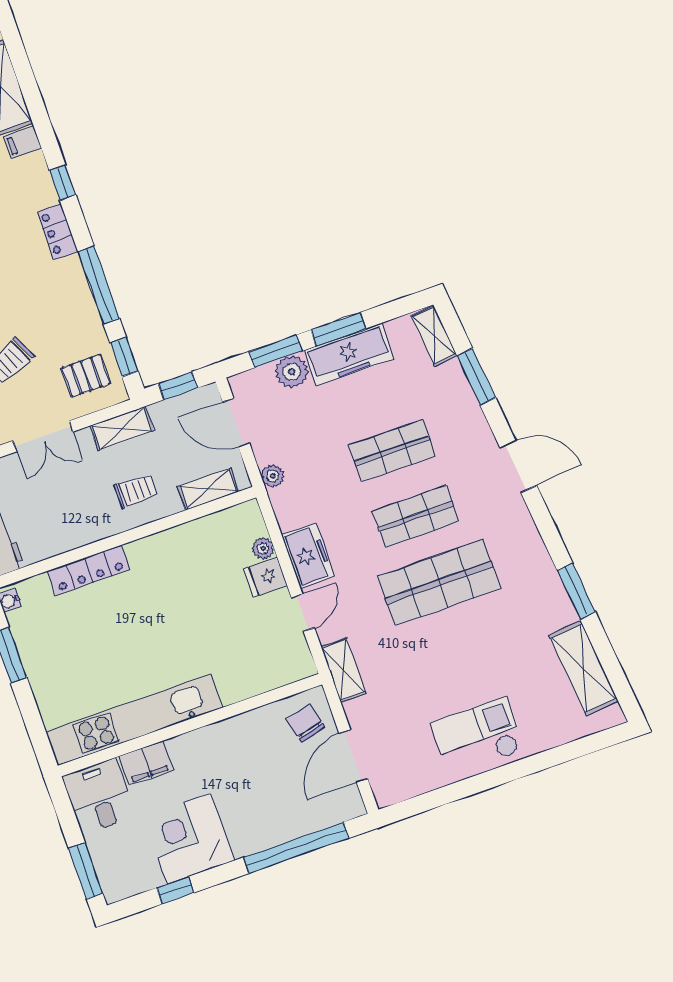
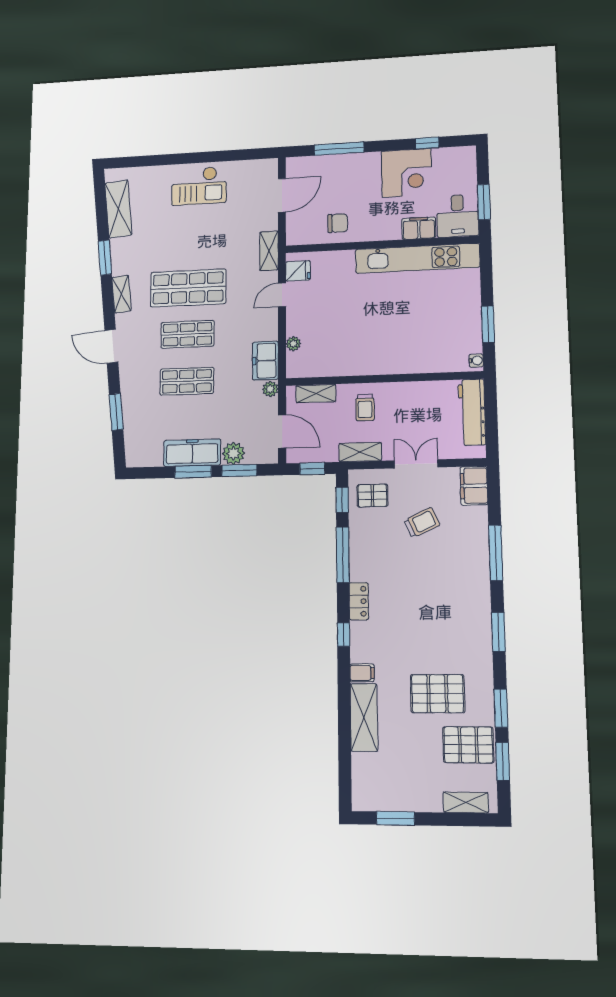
shelving: (434, 336) -> (121, 294), moved
trolley: (136, 491) -> (365, 408), turned -90
freezer: (308, 556) -> (265, 361), moved
locker: (89, 570) -> (415, 365), removed
fridge: (266, 577) -> (298, 271), moved
chair: (305, 723) -> (338, 223), moved, turned -76
window: (296, 848) -> (339, 149), width x0.68
window: (86, 871) -> (484, 202), moved

